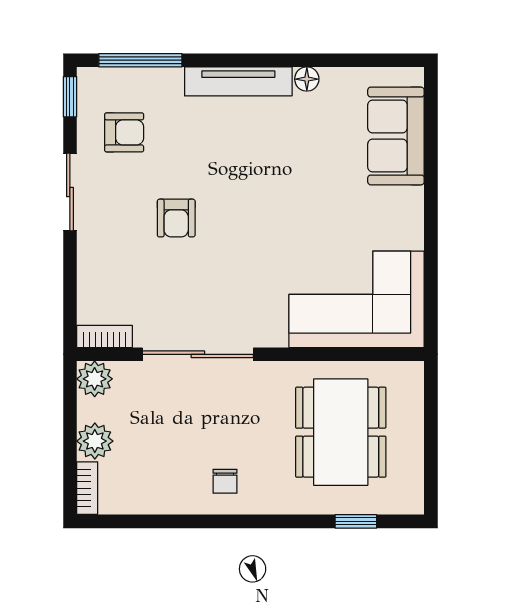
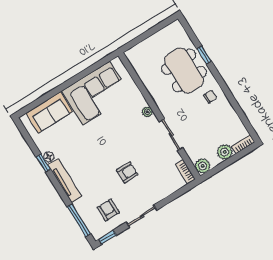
window: (301, 60) -> (43, 163), added
corner sofa: (357, 299) -> (96, 93), moved, turned -90
plant: (274, 335) -> (147, 112), added
sliding door: (198, 354) -> (171, 135), width x0.73
dining table: (341, 432) -> (184, 70), moved, turned 90
window: (356, 521) -> (204, 55), moved

